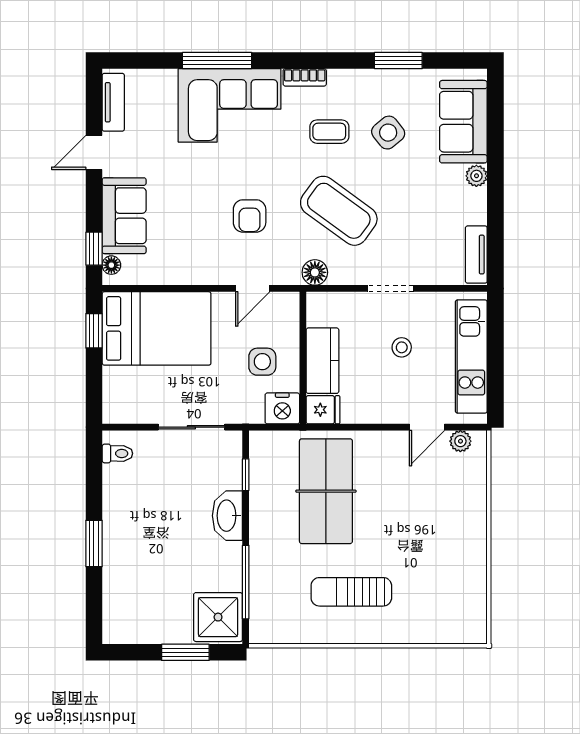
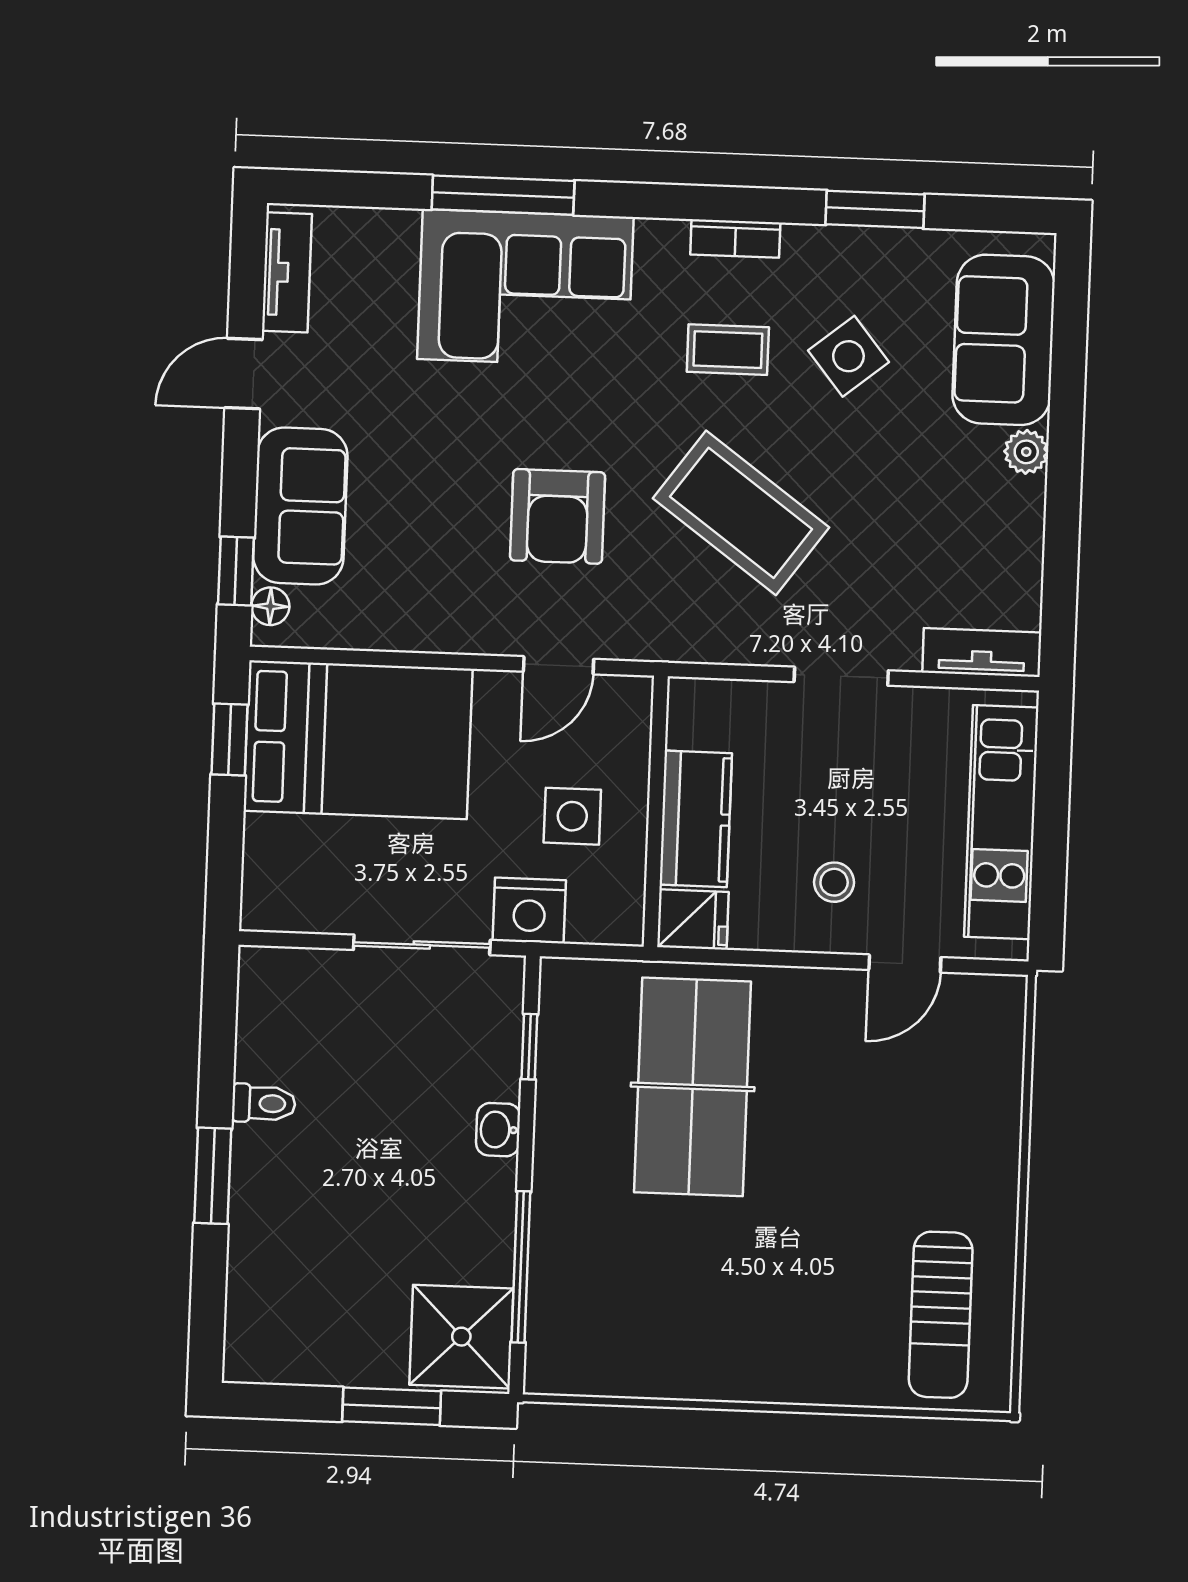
bookcase: (305, 77) -> (735, 239), moved
armchair: (250, 216) -> (558, 516), width x1.38, depth x1.38
tv unit: (476, 255) -> (982, 652), moved, turned 90
floor lamp: (315, 272) -> (687, 637), removed
stool: (402, 347) -> (834, 882), moved
nightstand: (282, 408) -> (529, 911), moved
plant: (460, 441) -> (972, 995), removed
toilet: (117, 453) -> (264, 1103), moved
washbasin: (227, 516) -> (498, 1130), width x0.52, depth x0.69
sun lounger: (351, 592) -> (941, 1315), moved, turned -90

